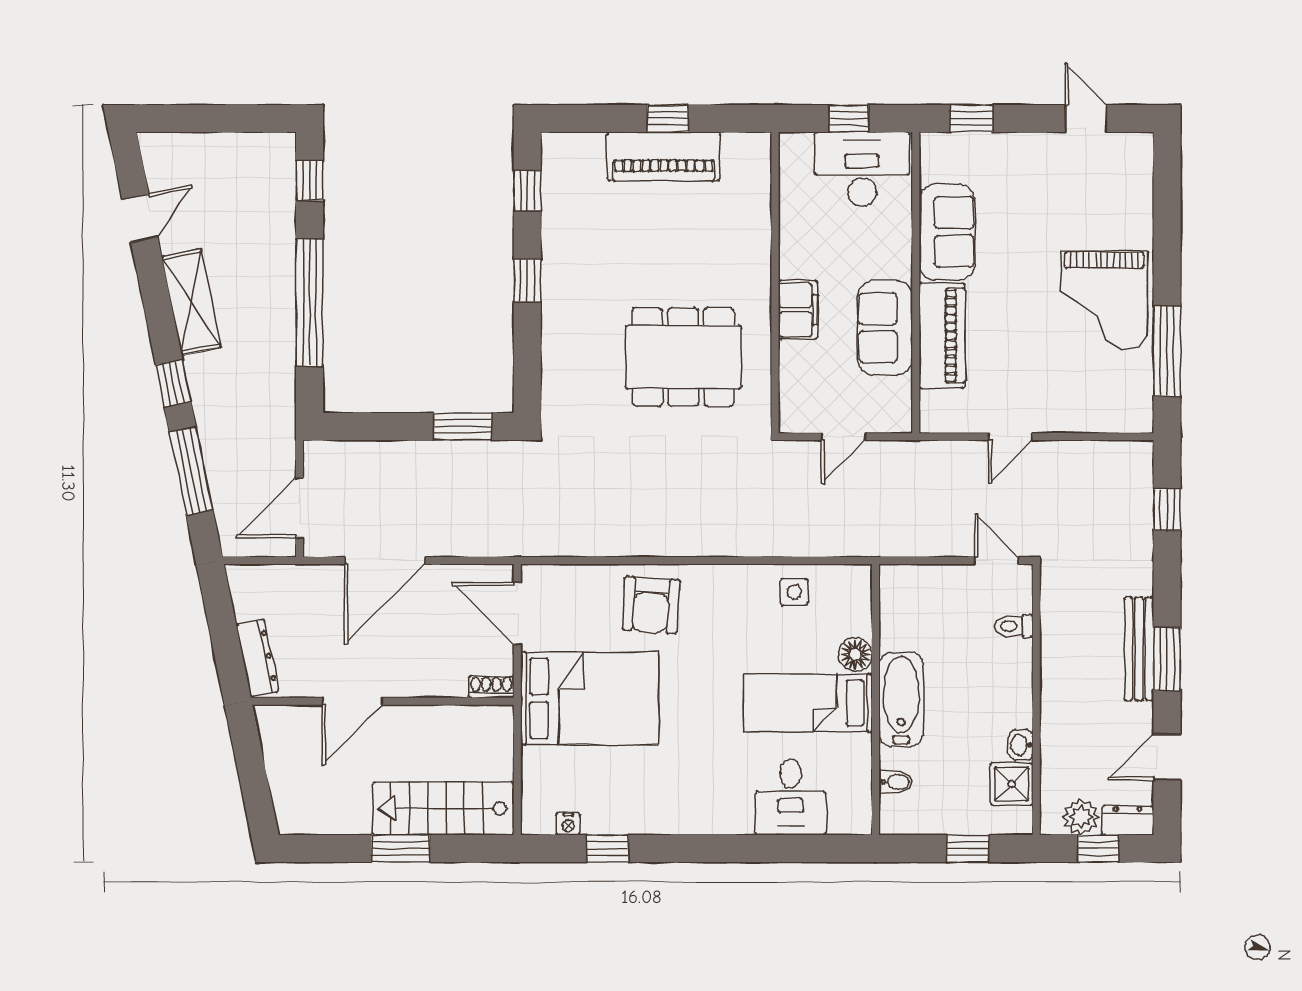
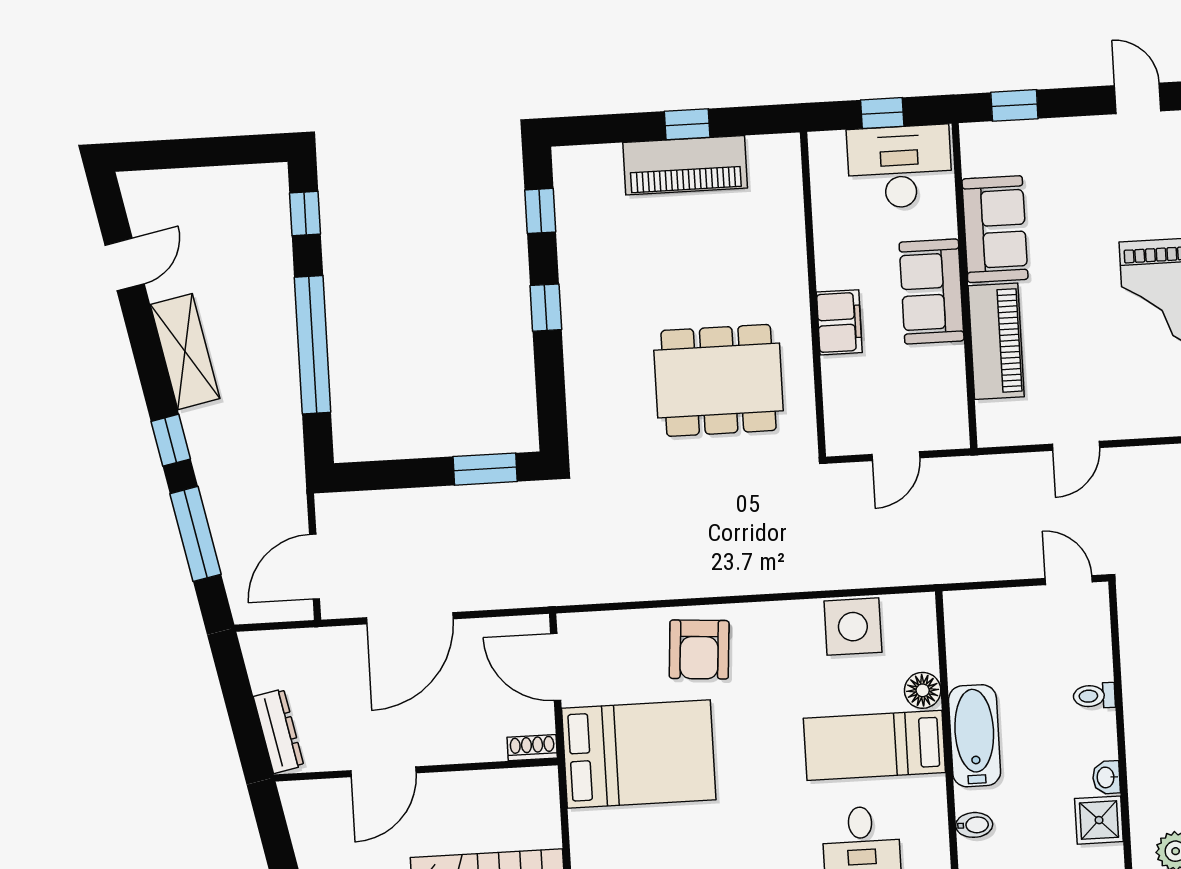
sofa: (885, 328) -> (932, 292), moved
side table: (794, 592) -> (853, 627), width x1.87, depth x1.87
toilet: (1014, 626) -> (1094, 696), moved

